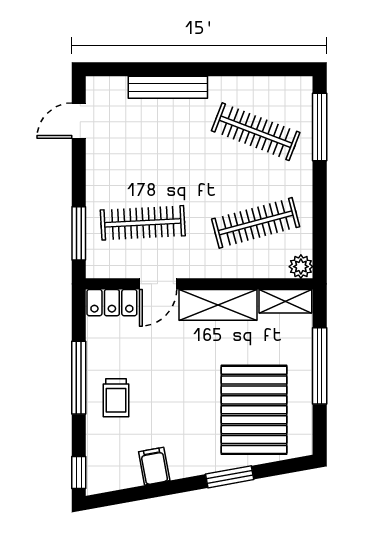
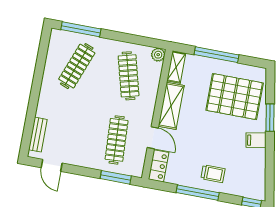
bench: (168, 87) -> (38, 135), moved, width x0.73
filing cabinet: (154, 466) -> (256, 140), moved

